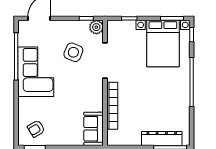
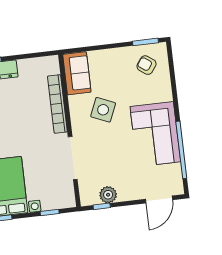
plant: (96, 27) -> (108, 195), moved
side table: (73, 52) -> (103, 110), moved
armchair: (36, 129) -> (147, 65), turned -113

